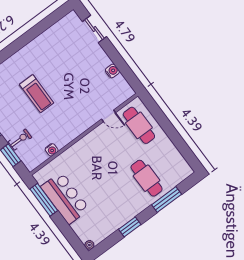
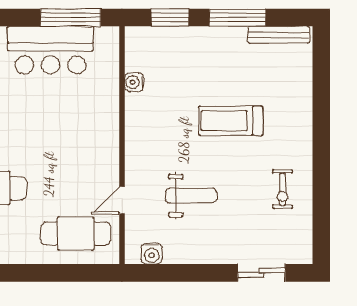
water cooler: (112, 71) -> (152, 254), moved
weight bench: (83, 86) -> (191, 196), added
exercise bike: (20, 140) -> (282, 189), moved

